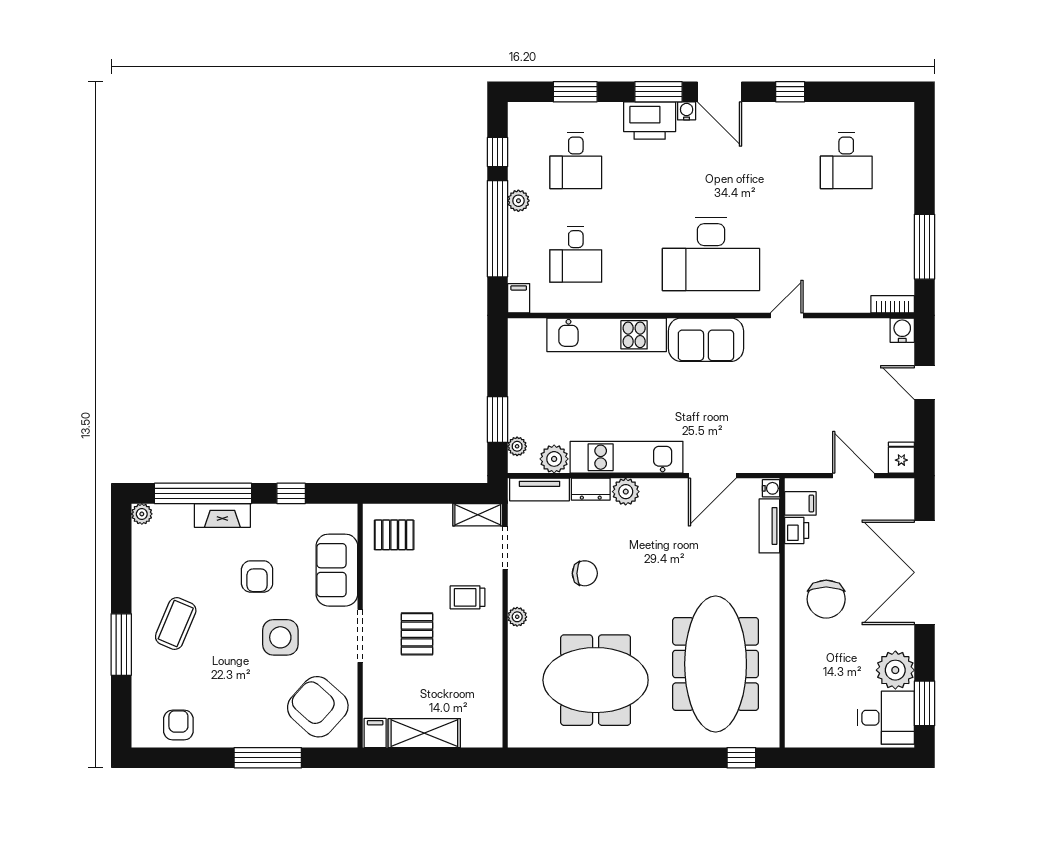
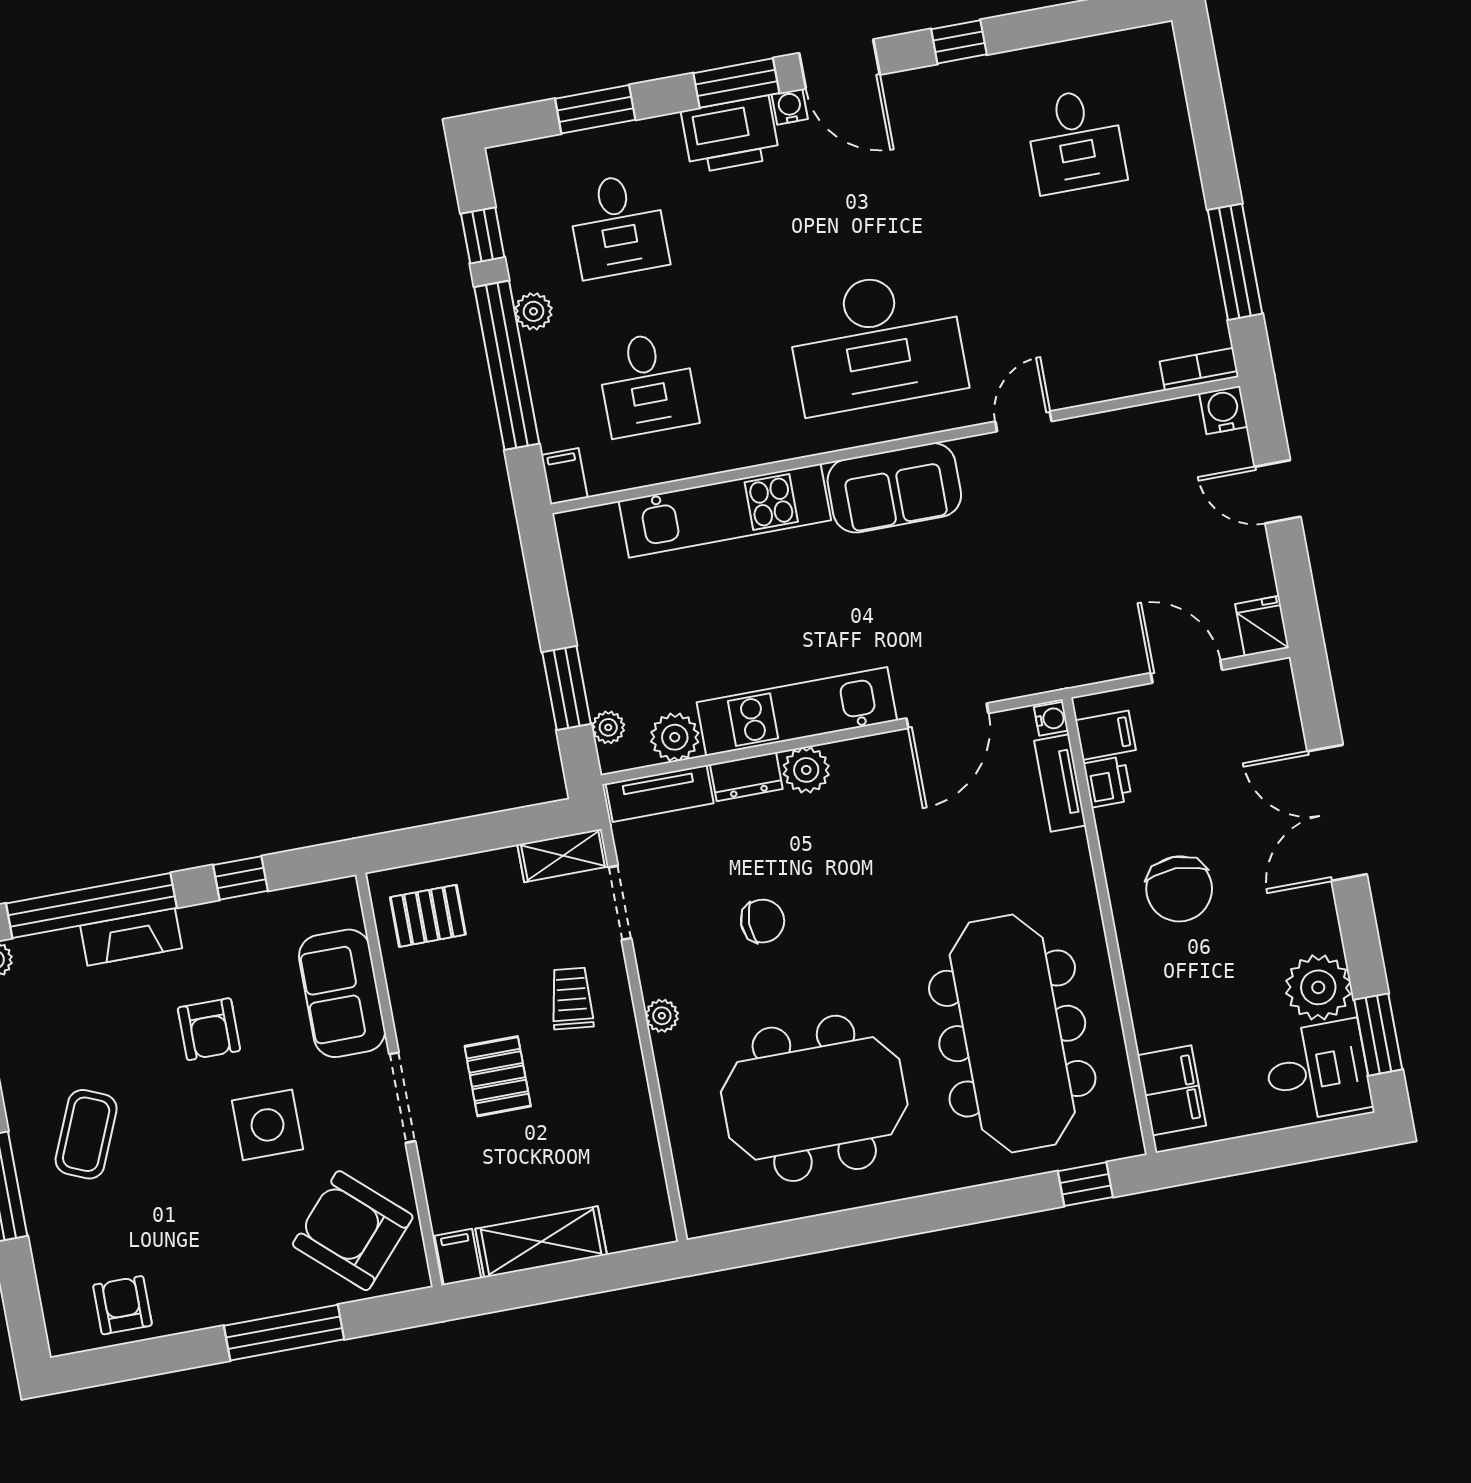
double door: (925, 572) -> (1337, 813), width x0.73
trolley: (468, 597) -> (572, 998), turned 96
filing cabinet: (801, 713) -> (1172, 1090), added

